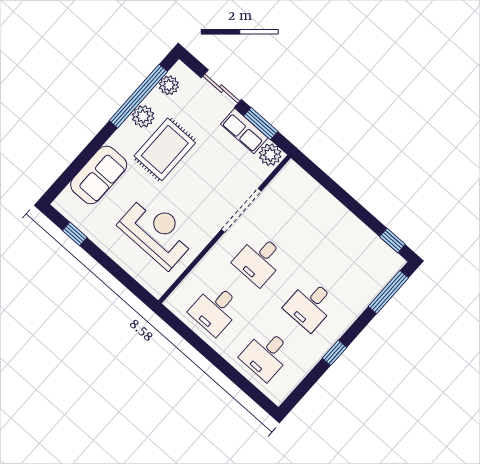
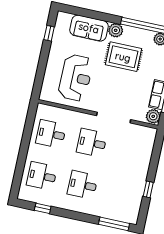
plant: (143, 116) -> (116, 30), moved
window: (392, 241) -> (148, 189), moved
window: (334, 353) -> (43, 208), moved

